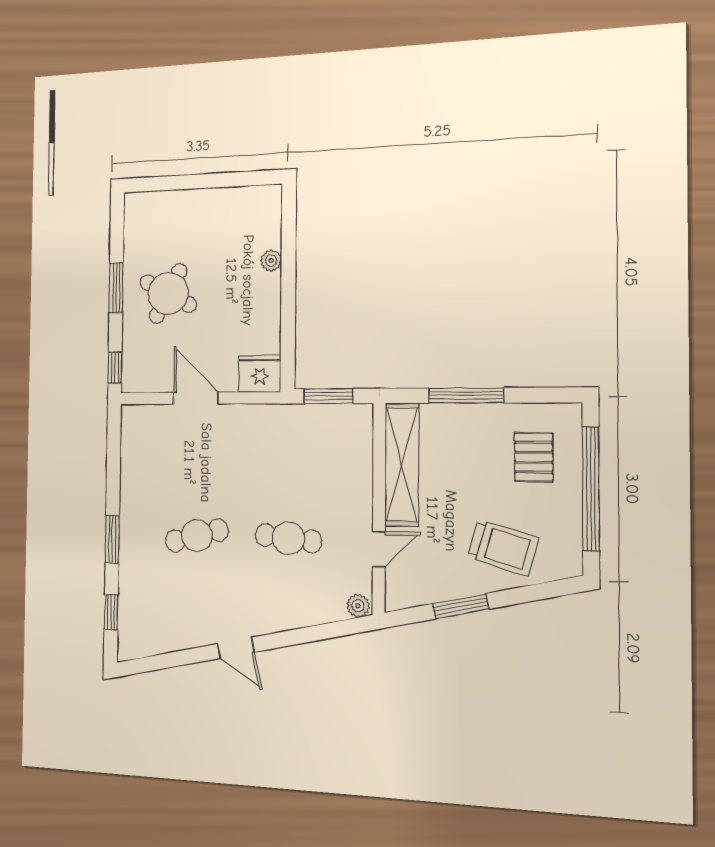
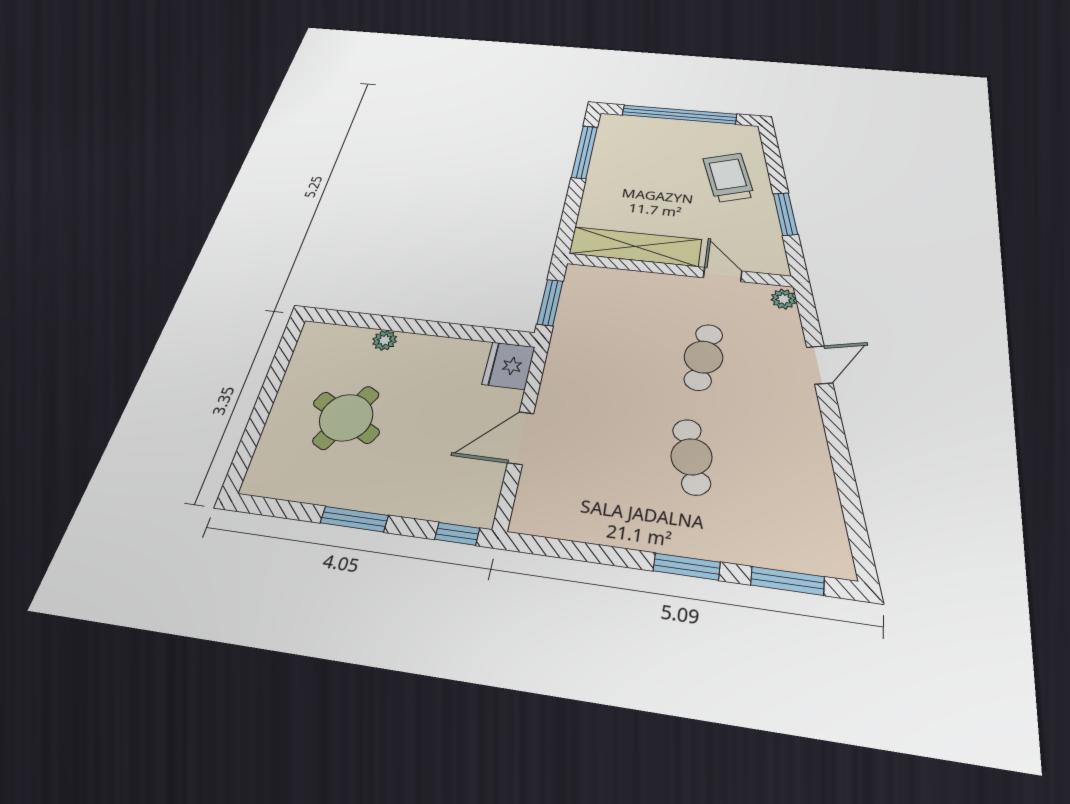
round table: (168, 293) -> (346, 418), moved
window: (466, 395) -> (585, 152), moved
pallet: (534, 457) -> (644, 149), removed
trolley: (503, 548) -> (729, 177), turned -34
window: (111, 612) -> (787, 581), width x1.50
door: (236, 648) -> (820, 365), moved

